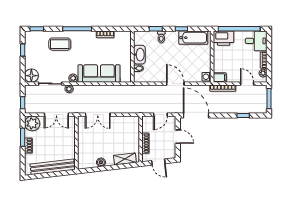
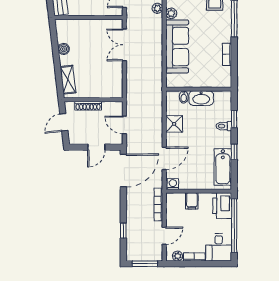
shower: (160, 76) -> (174, 124), added
filing cabinet: (220, 78) -> (192, 201), moved
door: (175, 84) -> (164, 158), moved

